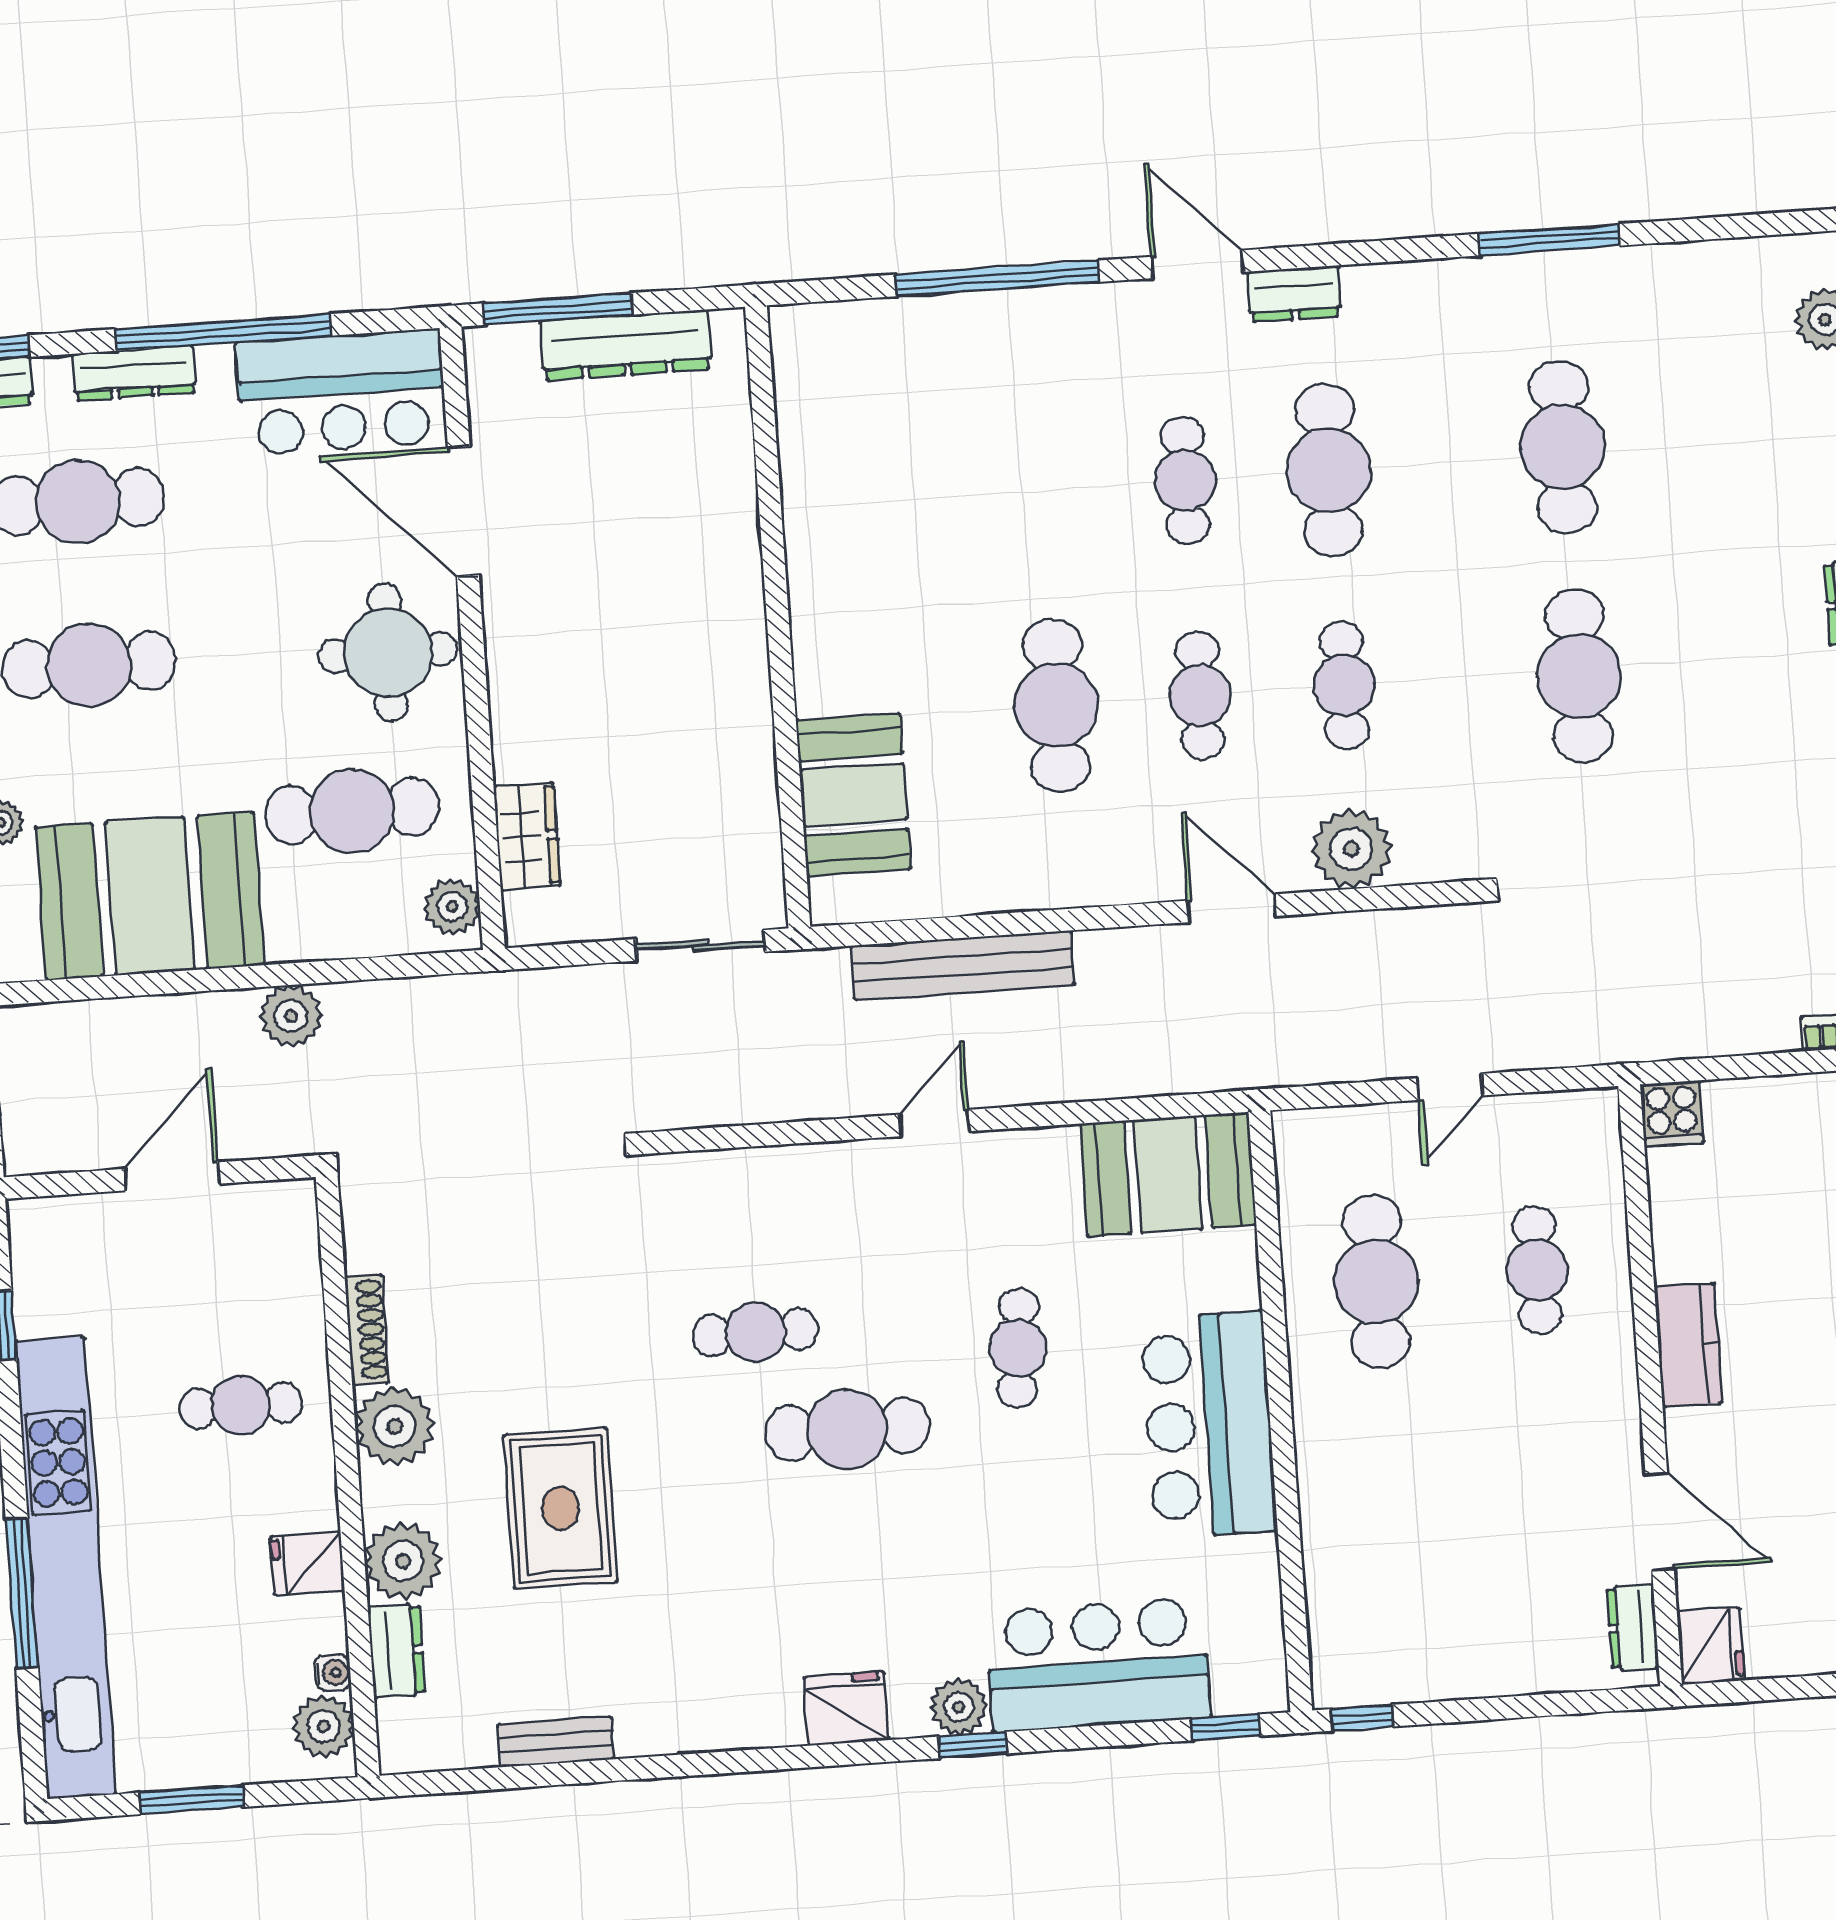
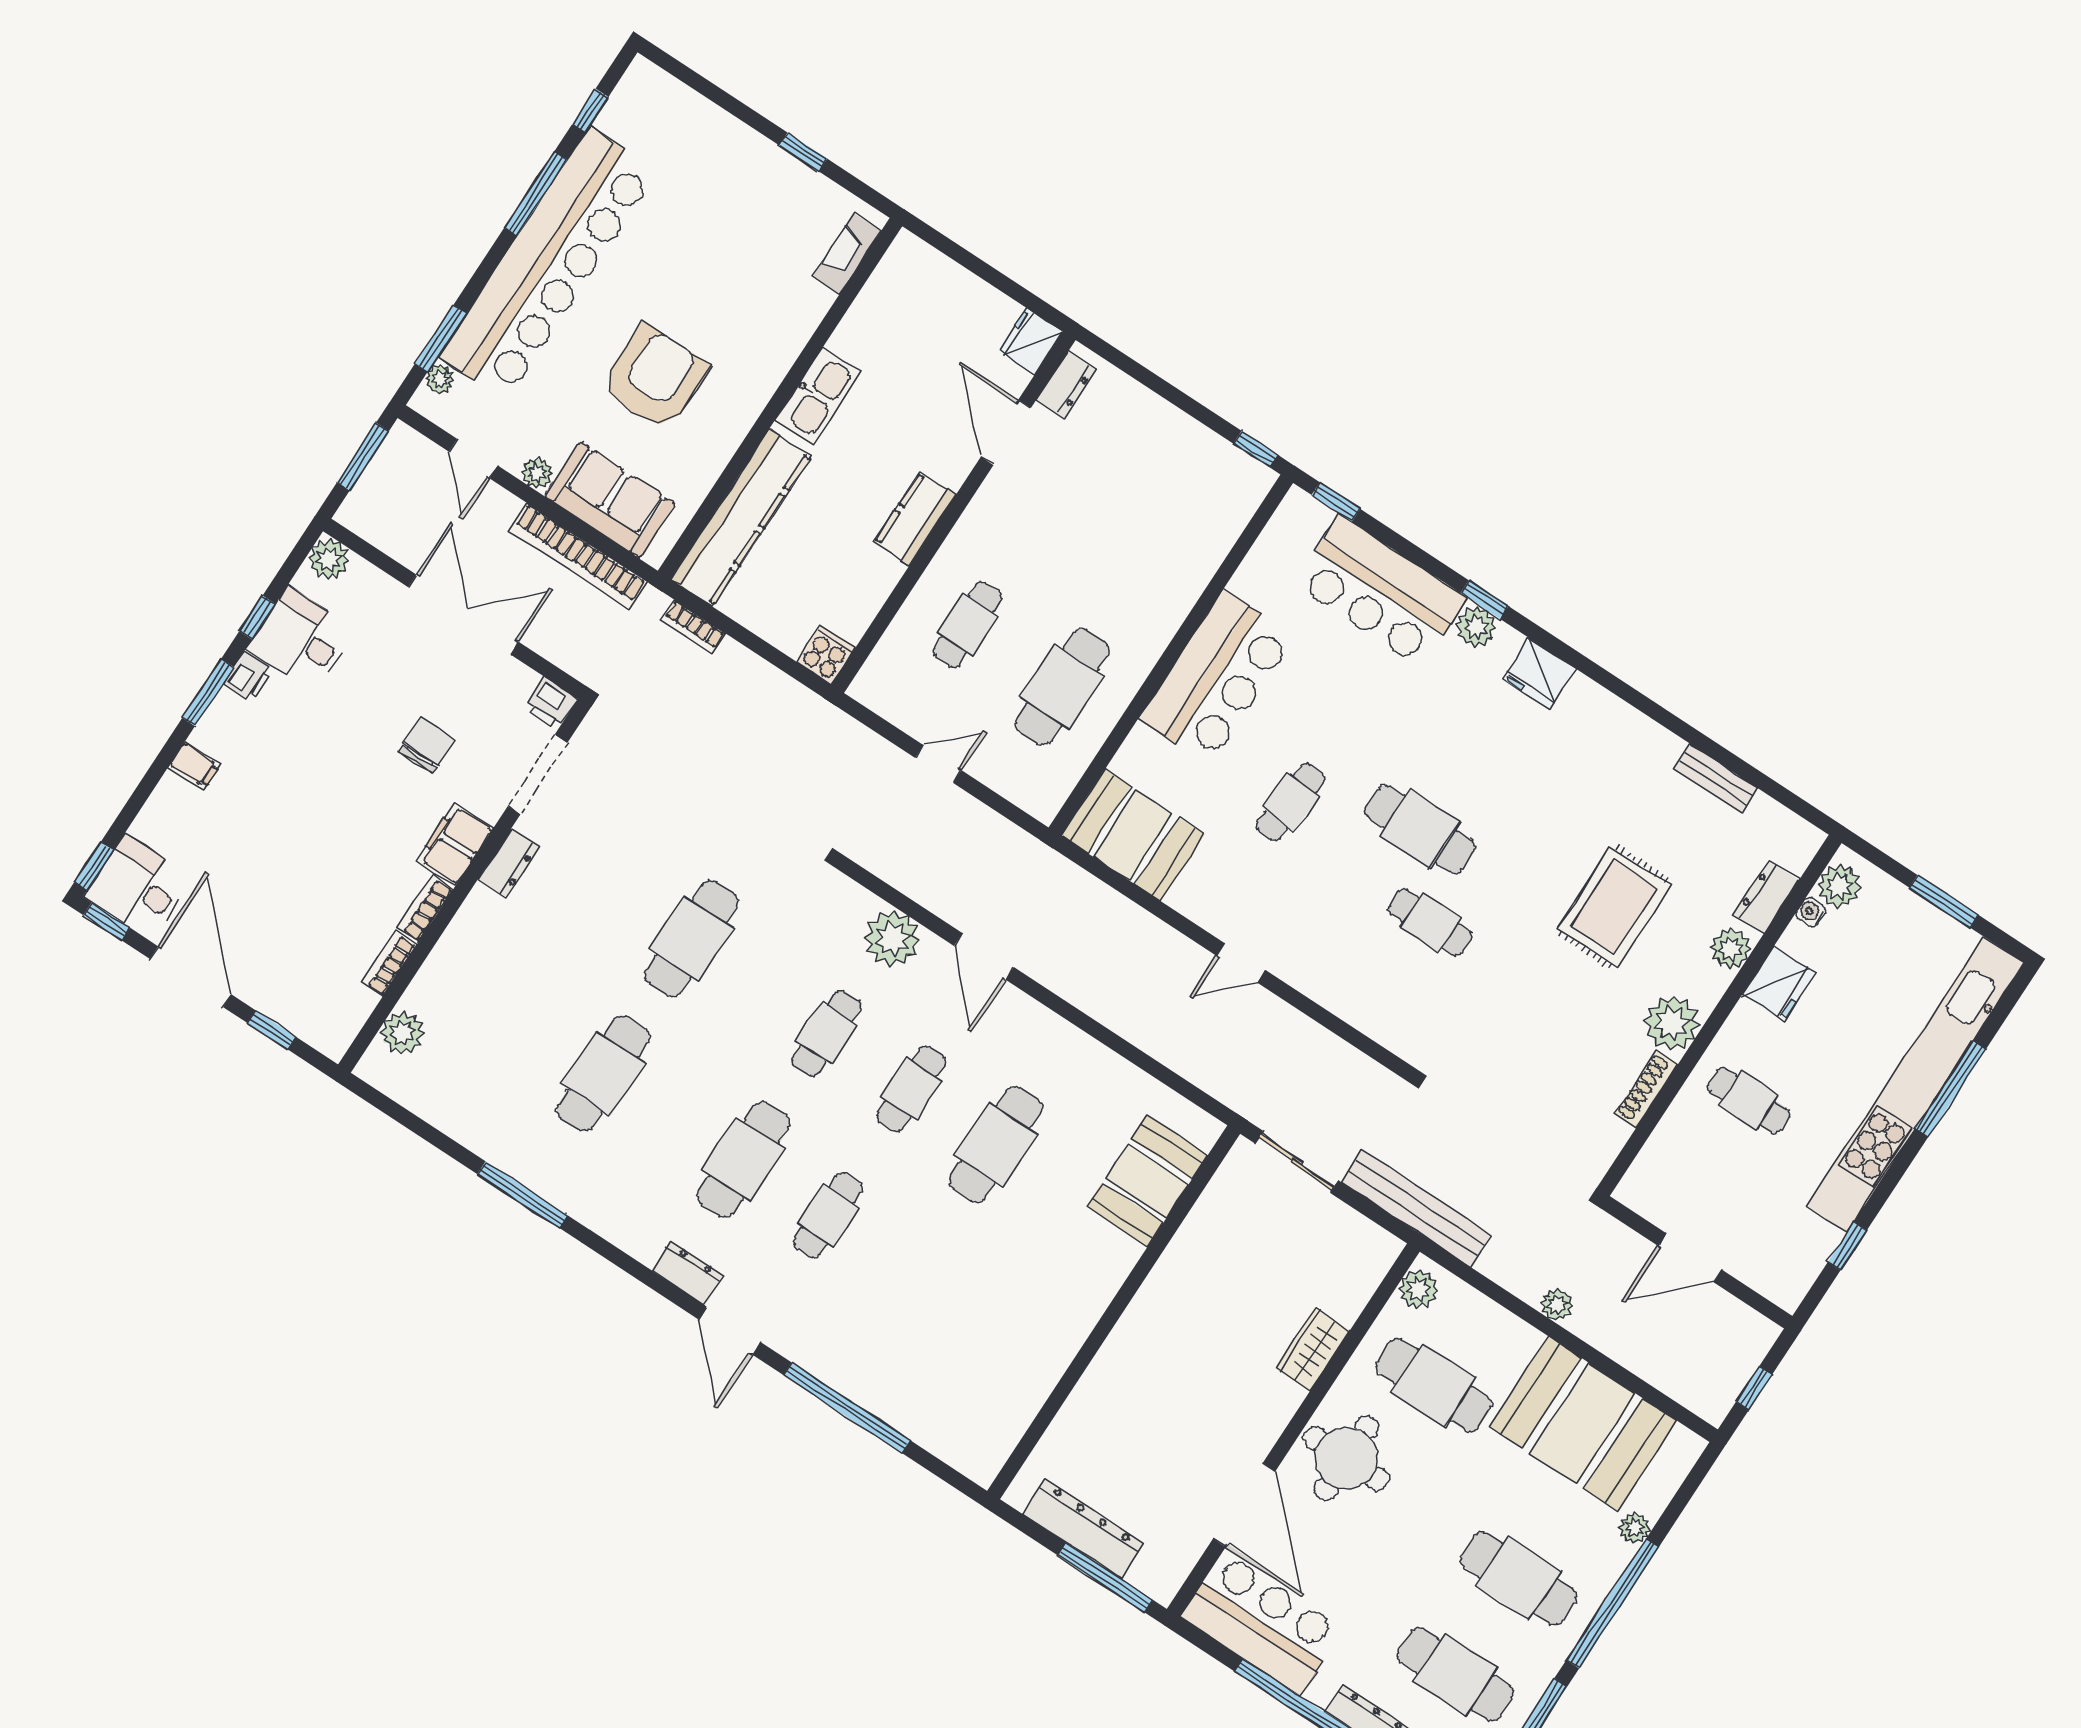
wardrobe: (527, 836) -> (1312, 1349), moved
bench: (963, 965) -> (1416, 1208), moved
plant: (291, 1016) -> (1557, 1305), width x0.73, depth x0.73
plant: (403, 1561) -> (1730, 948), width x0.73, depth x0.73
fridge: (307, 1563) -> (1779, 984), width x1.38

